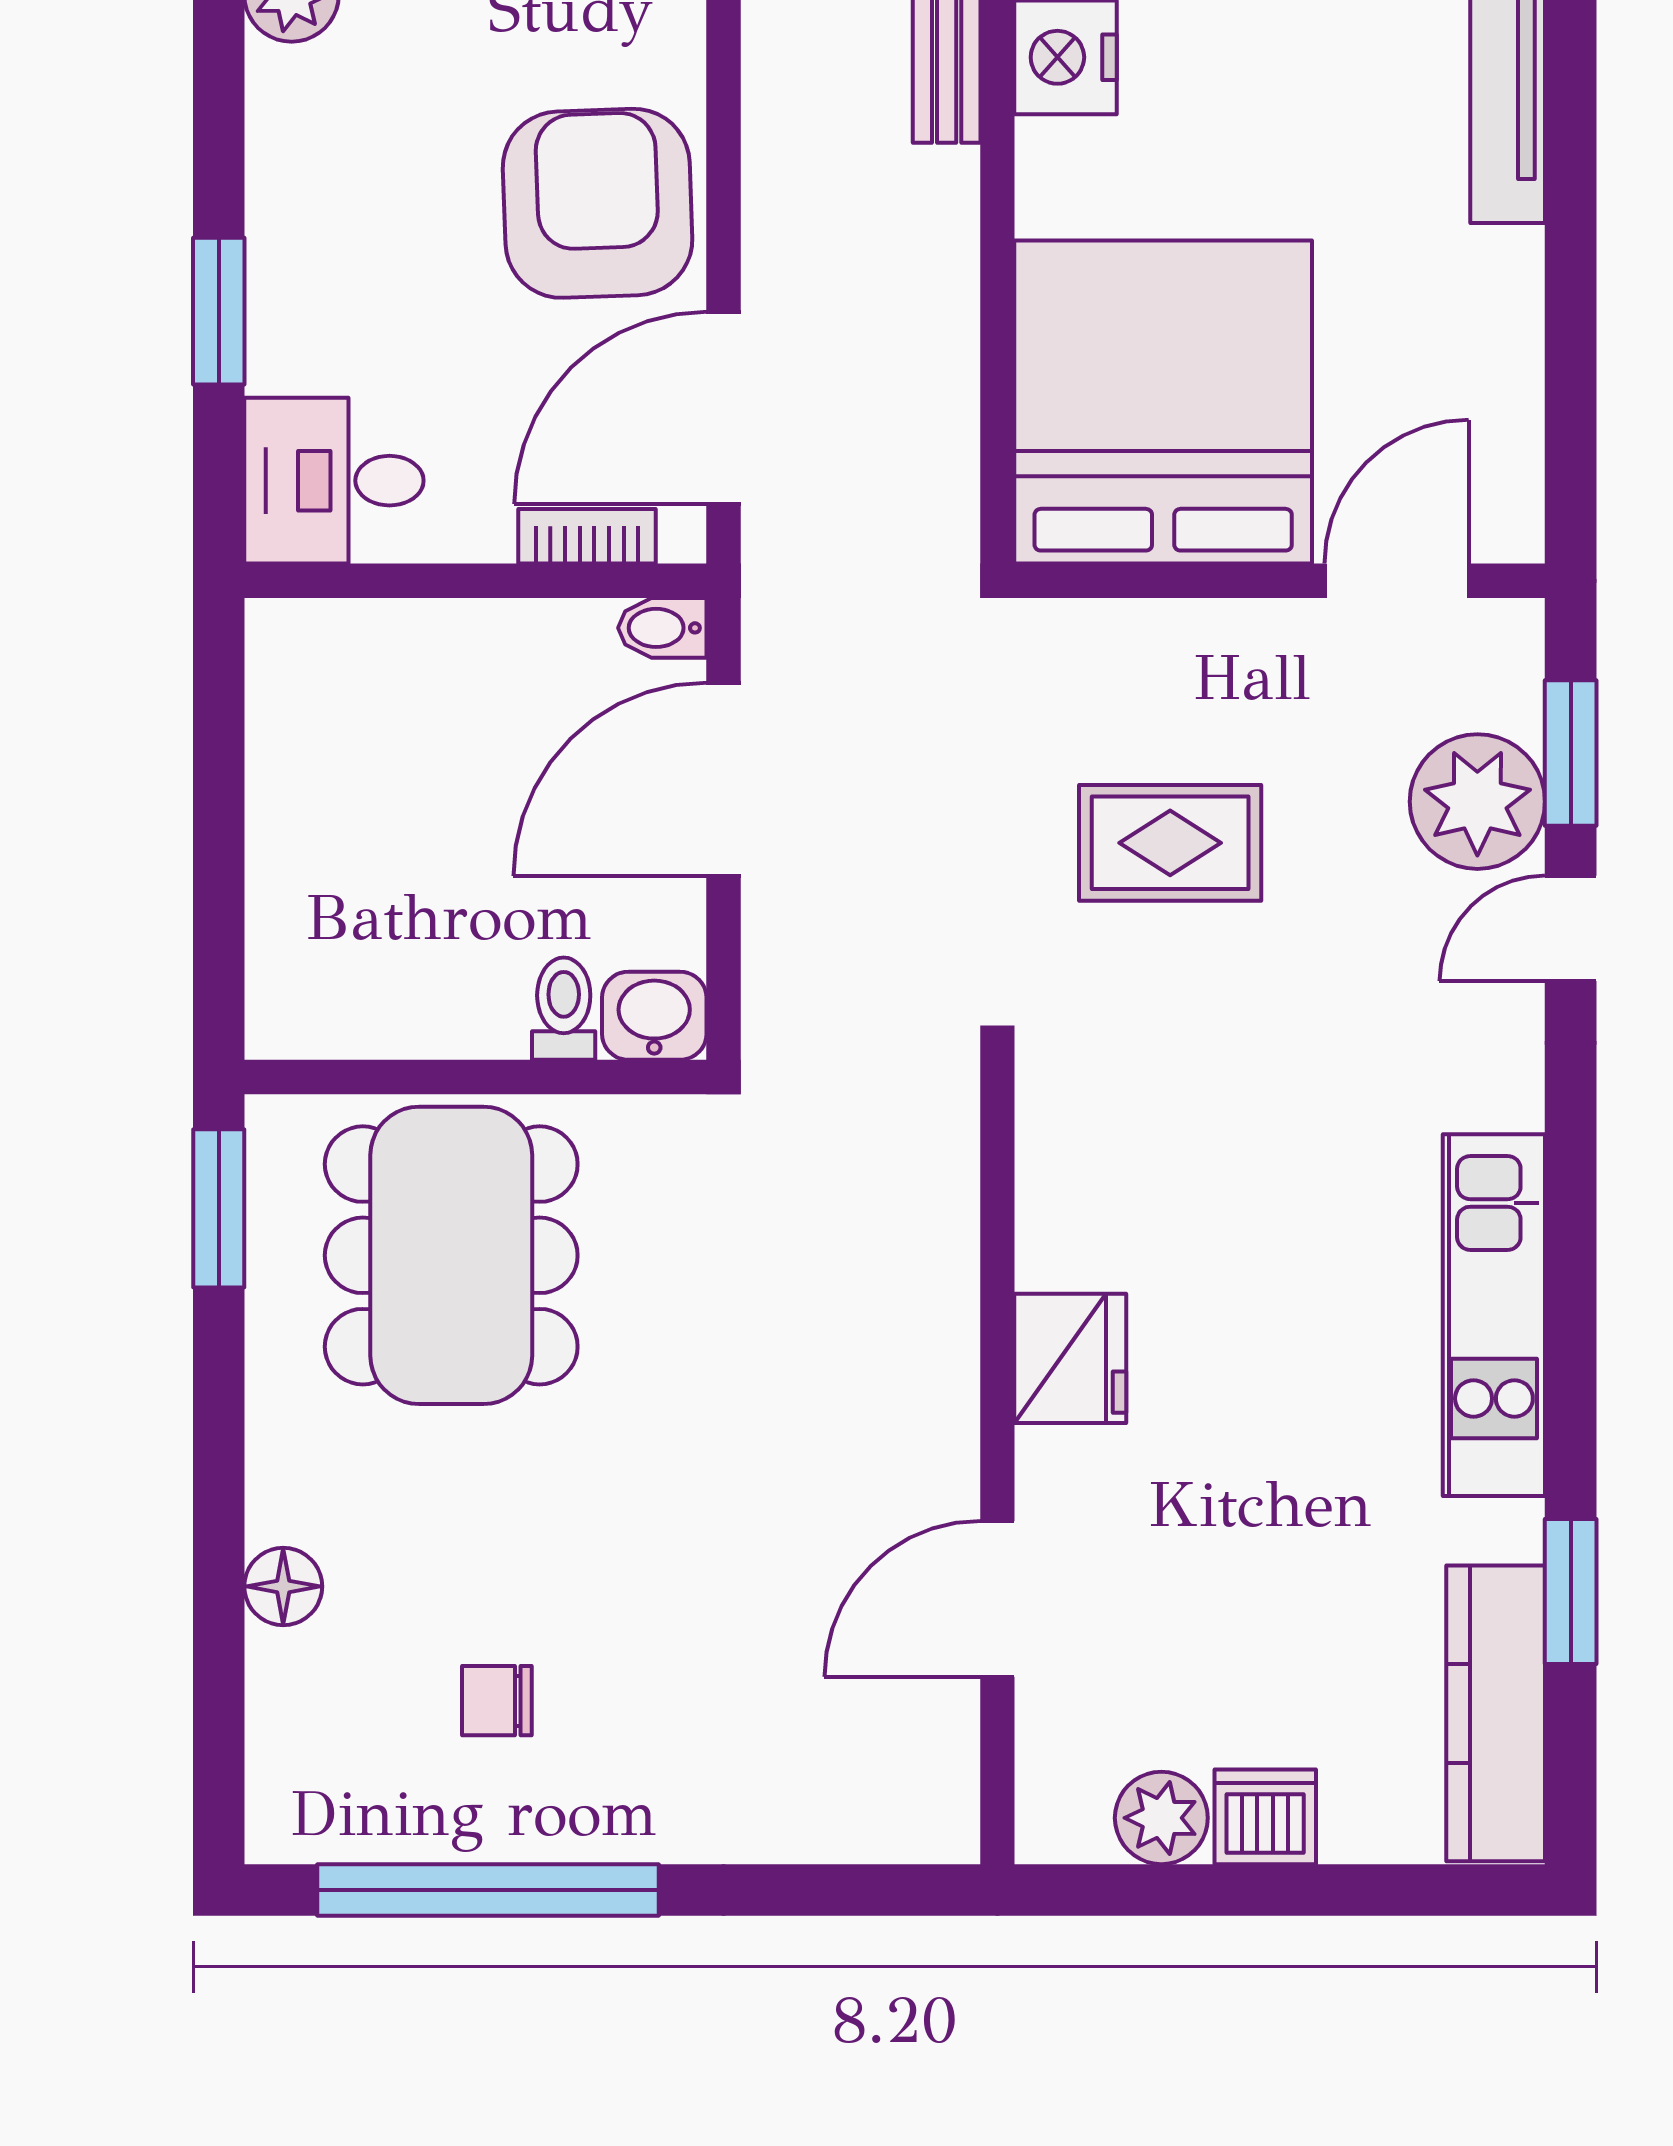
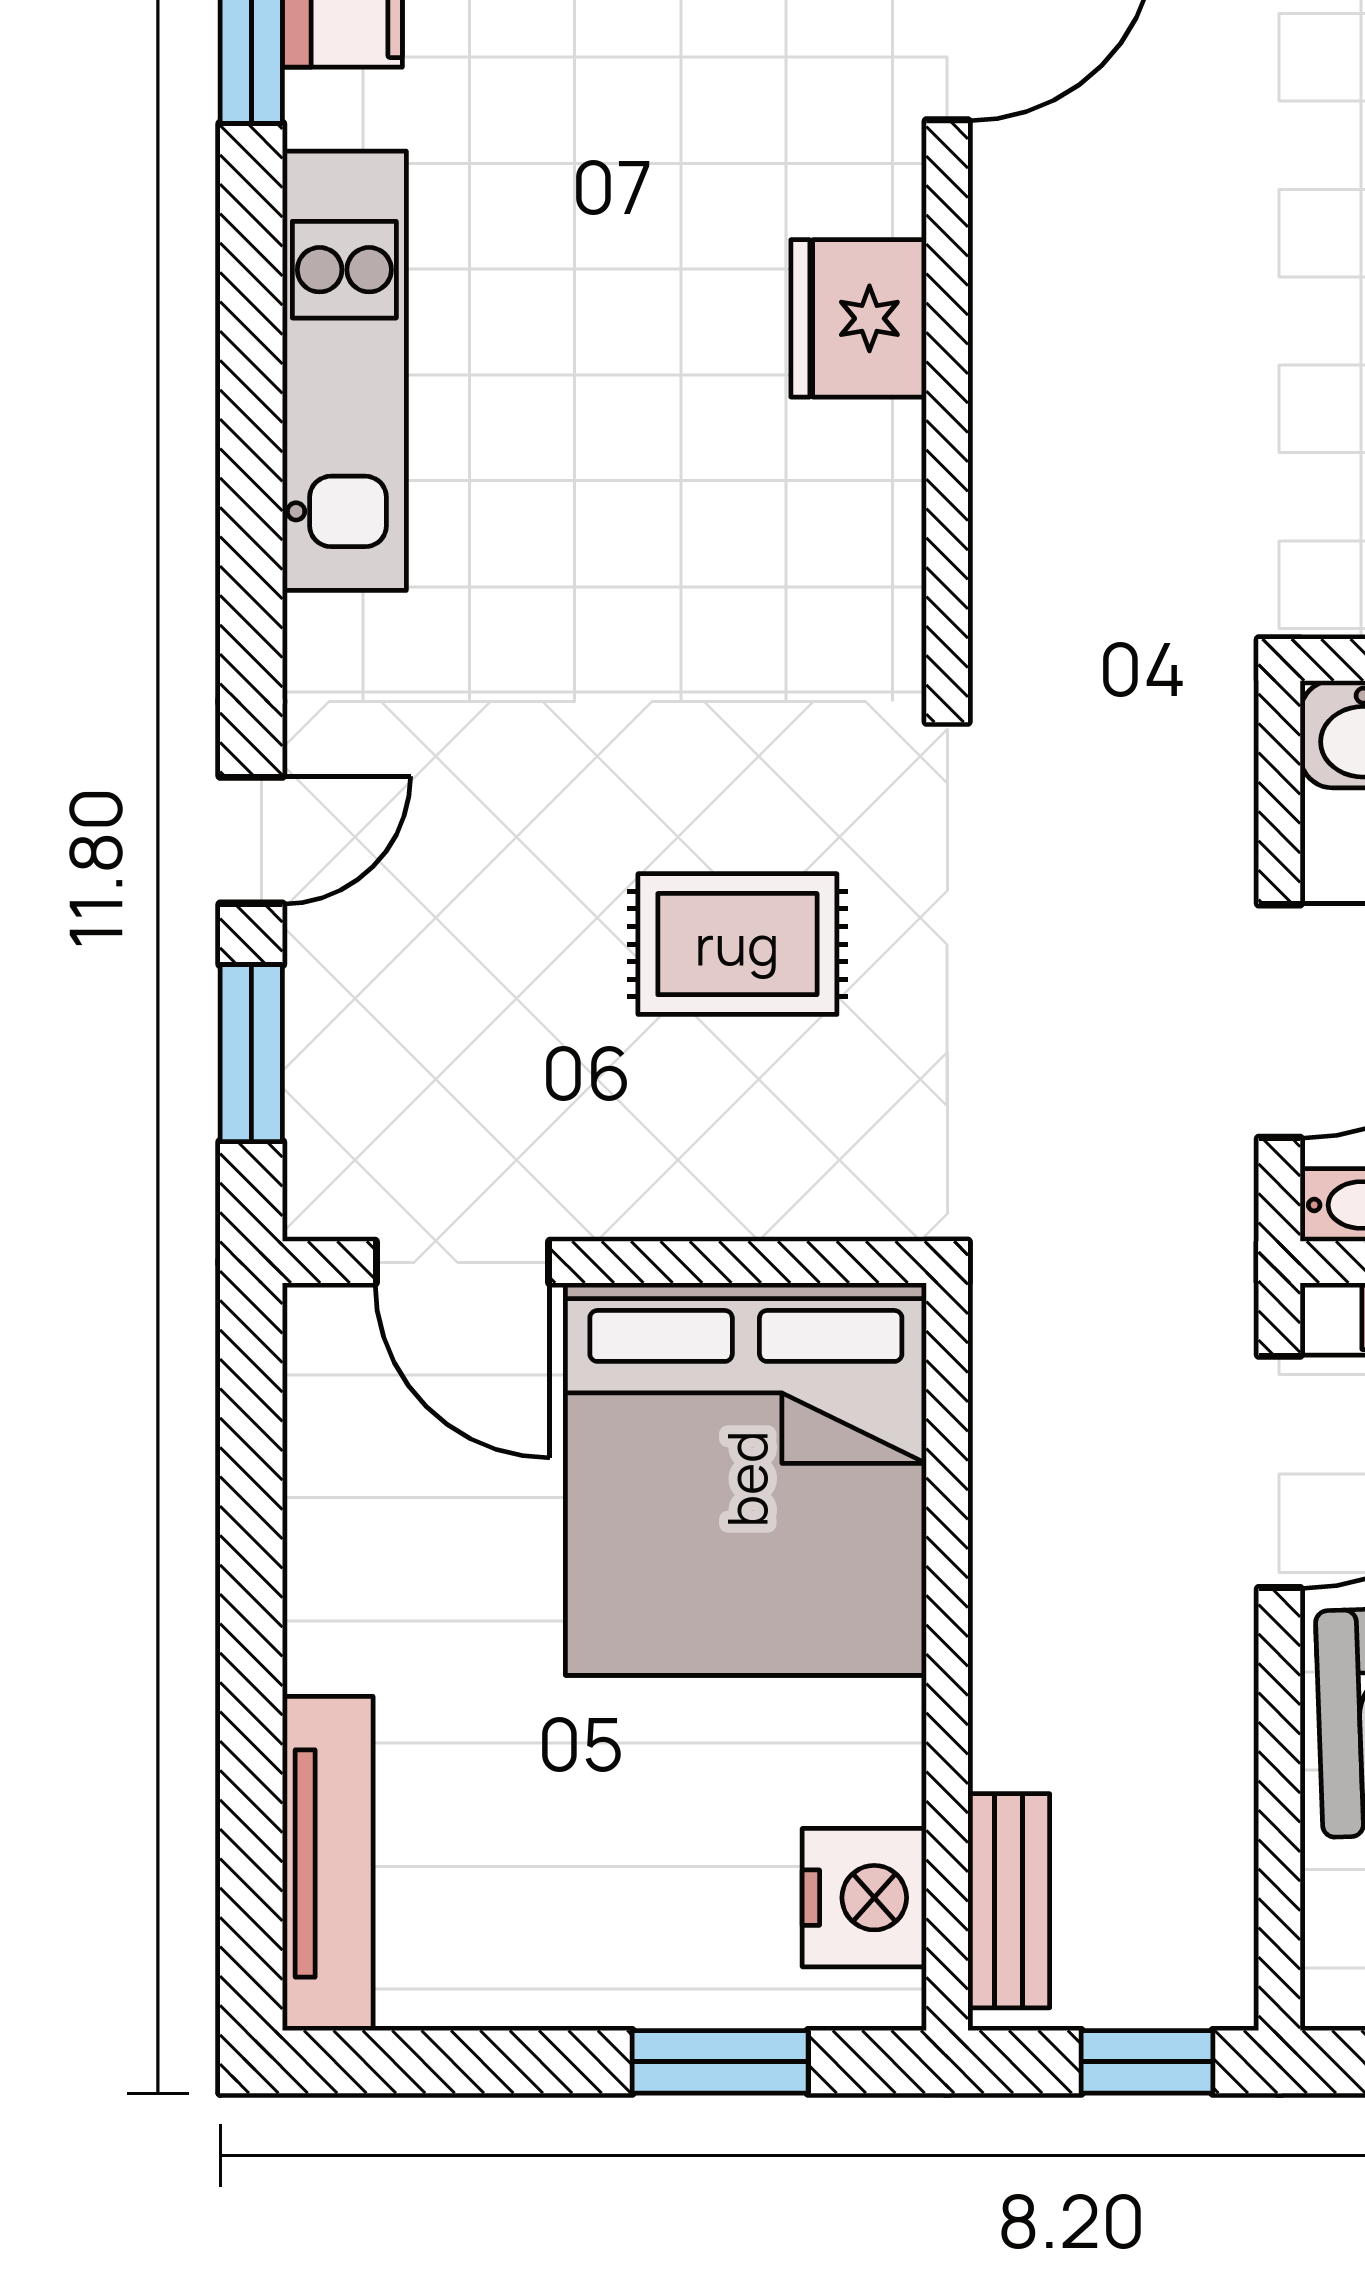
door: (1397, 581) -> (463, 1262), hinge flipped
plant: (1477, 802) -> (364, 994), removed

